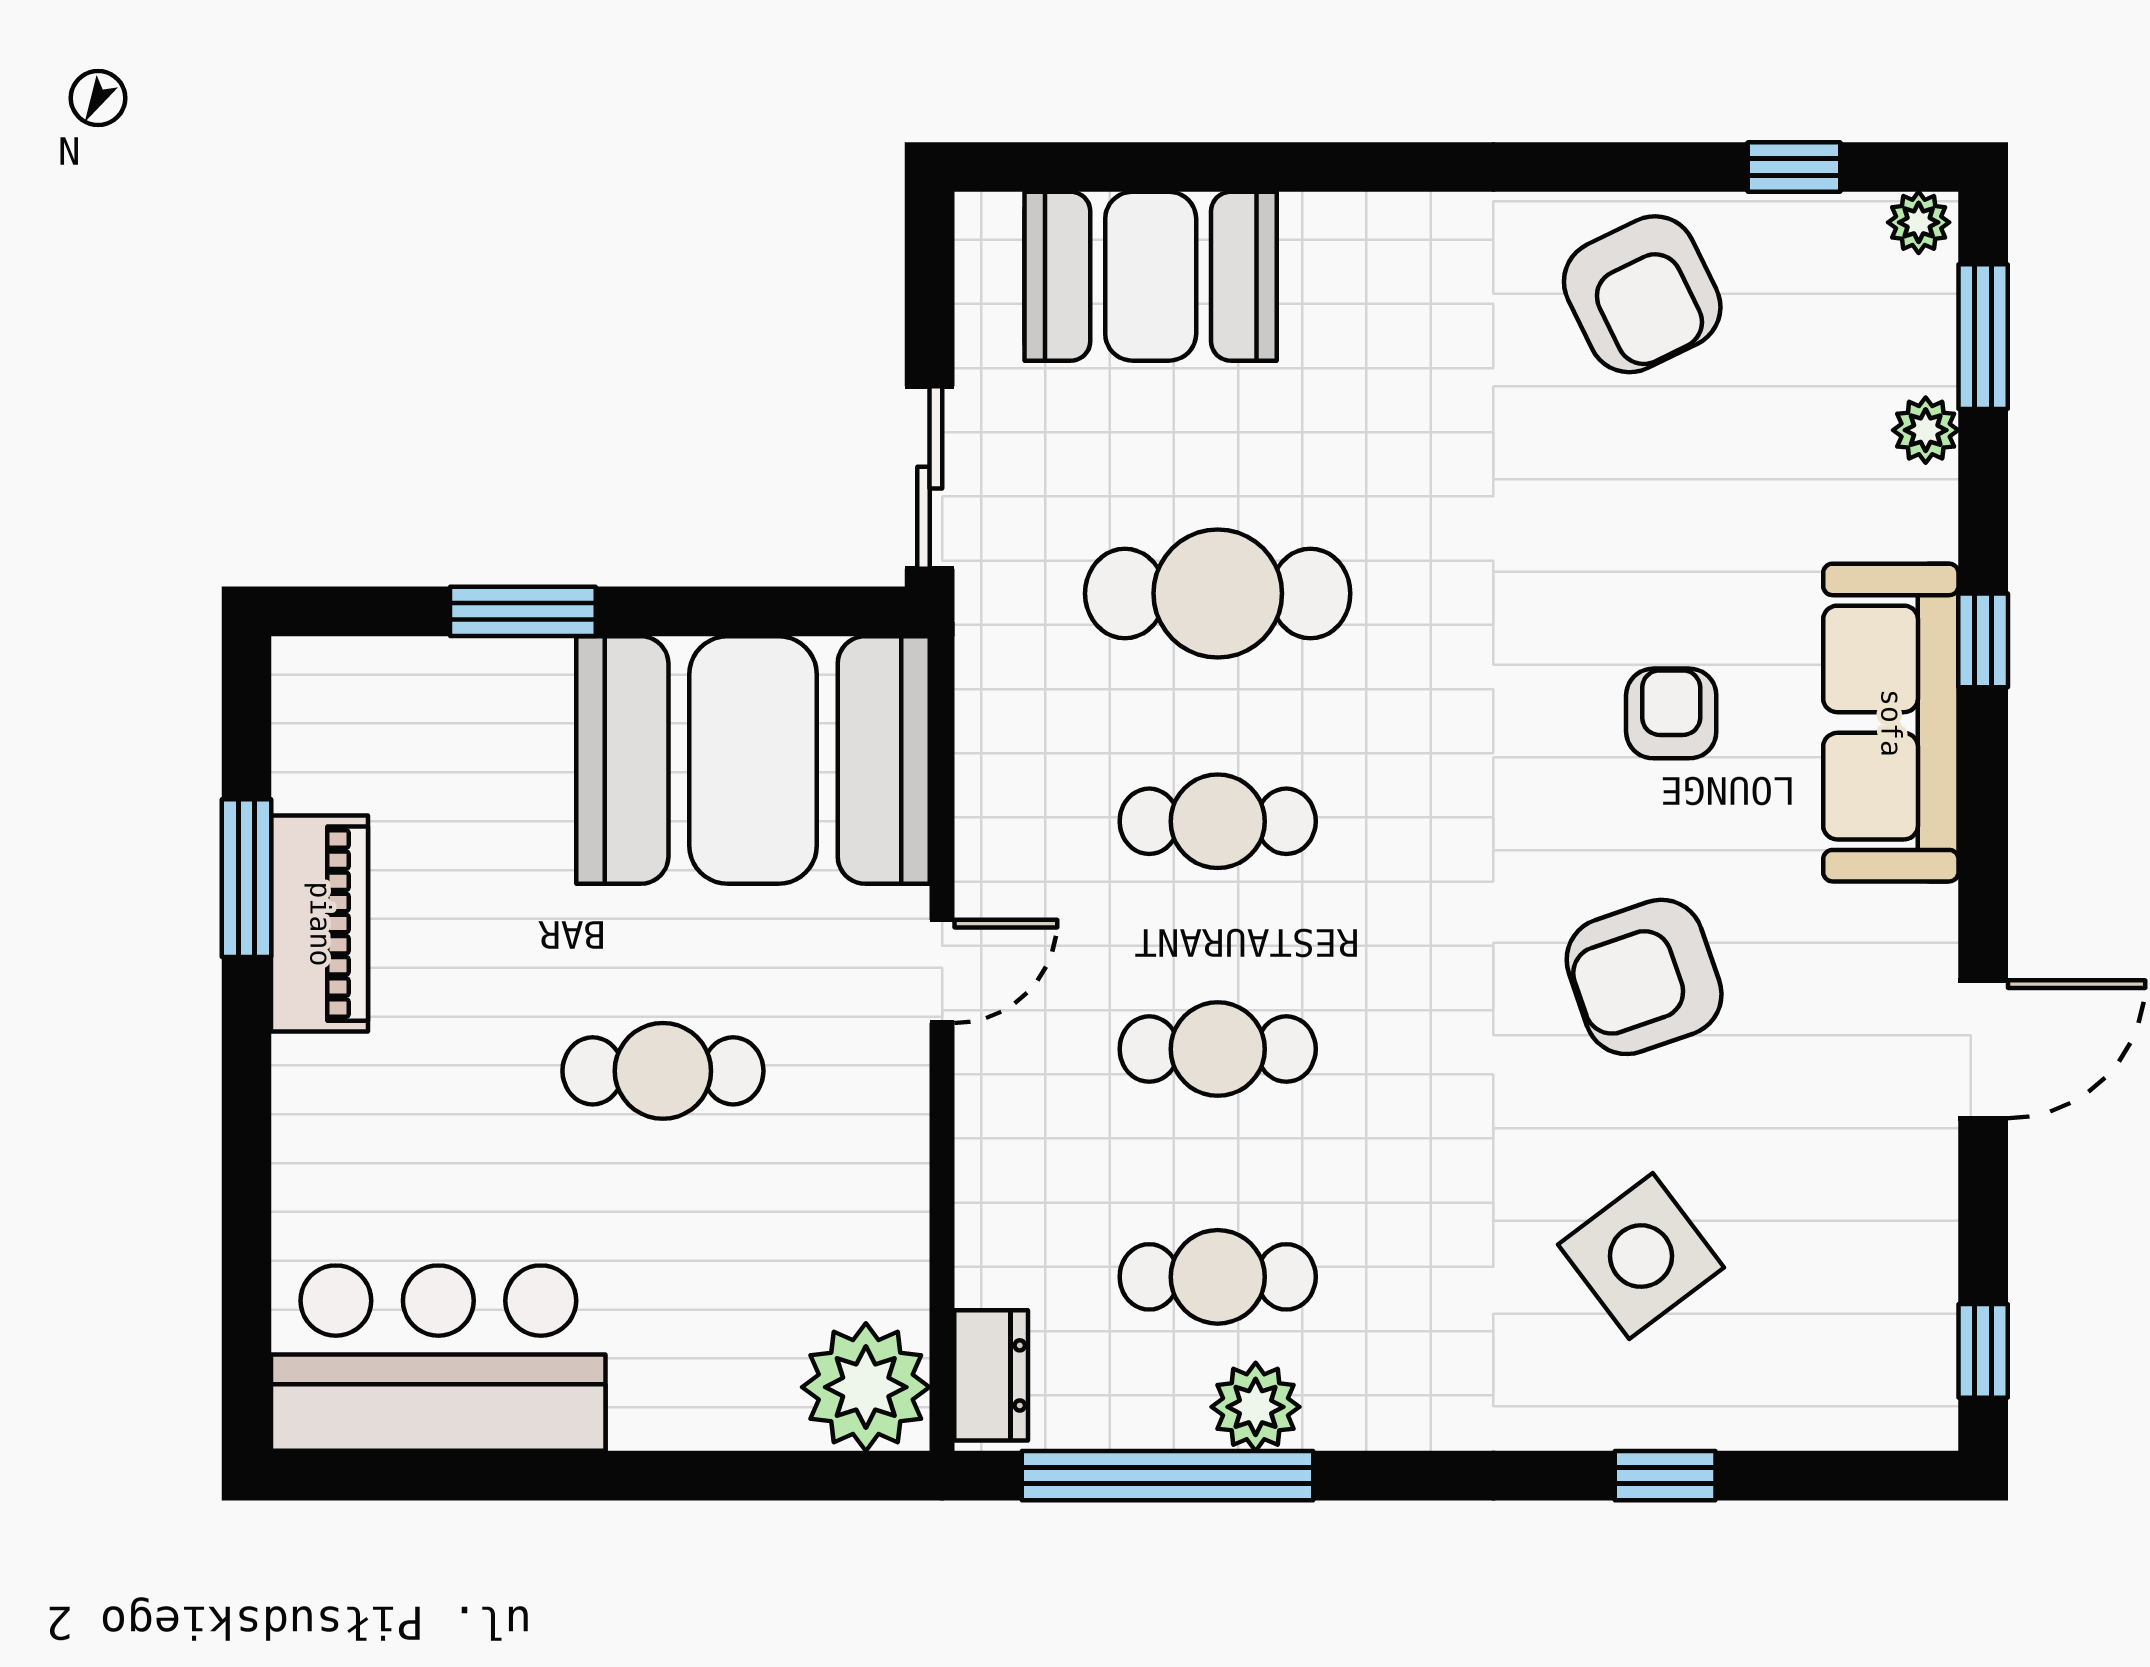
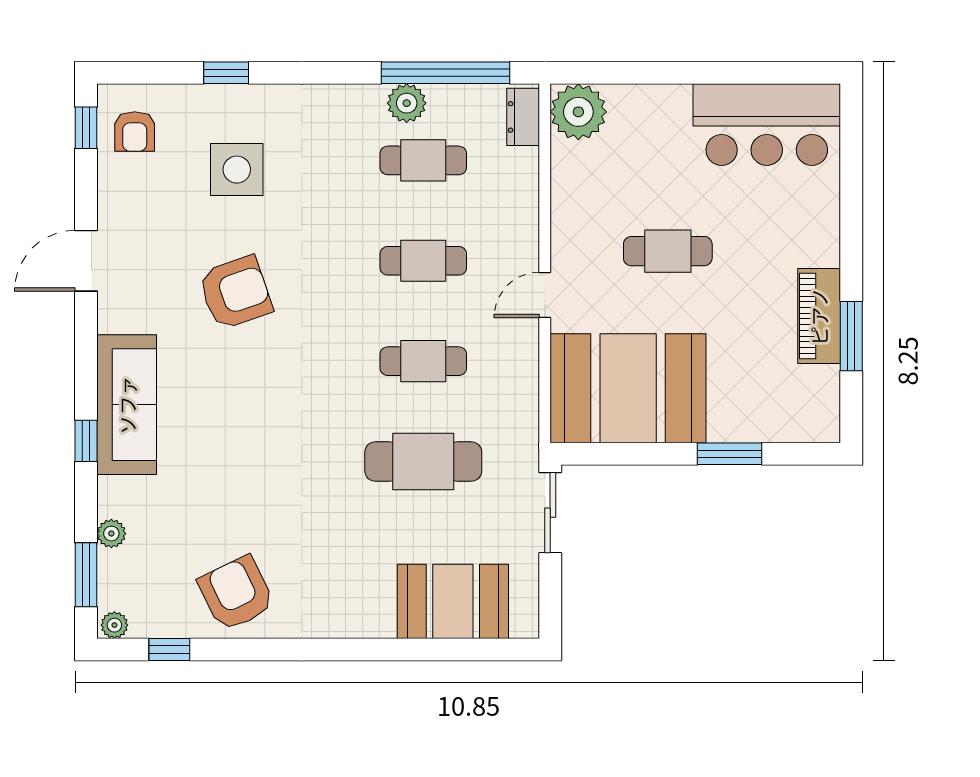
armchair: (1671, 713) -> (135, 131), moved
side table: (1641, 1256) -> (237, 170), turned 37

